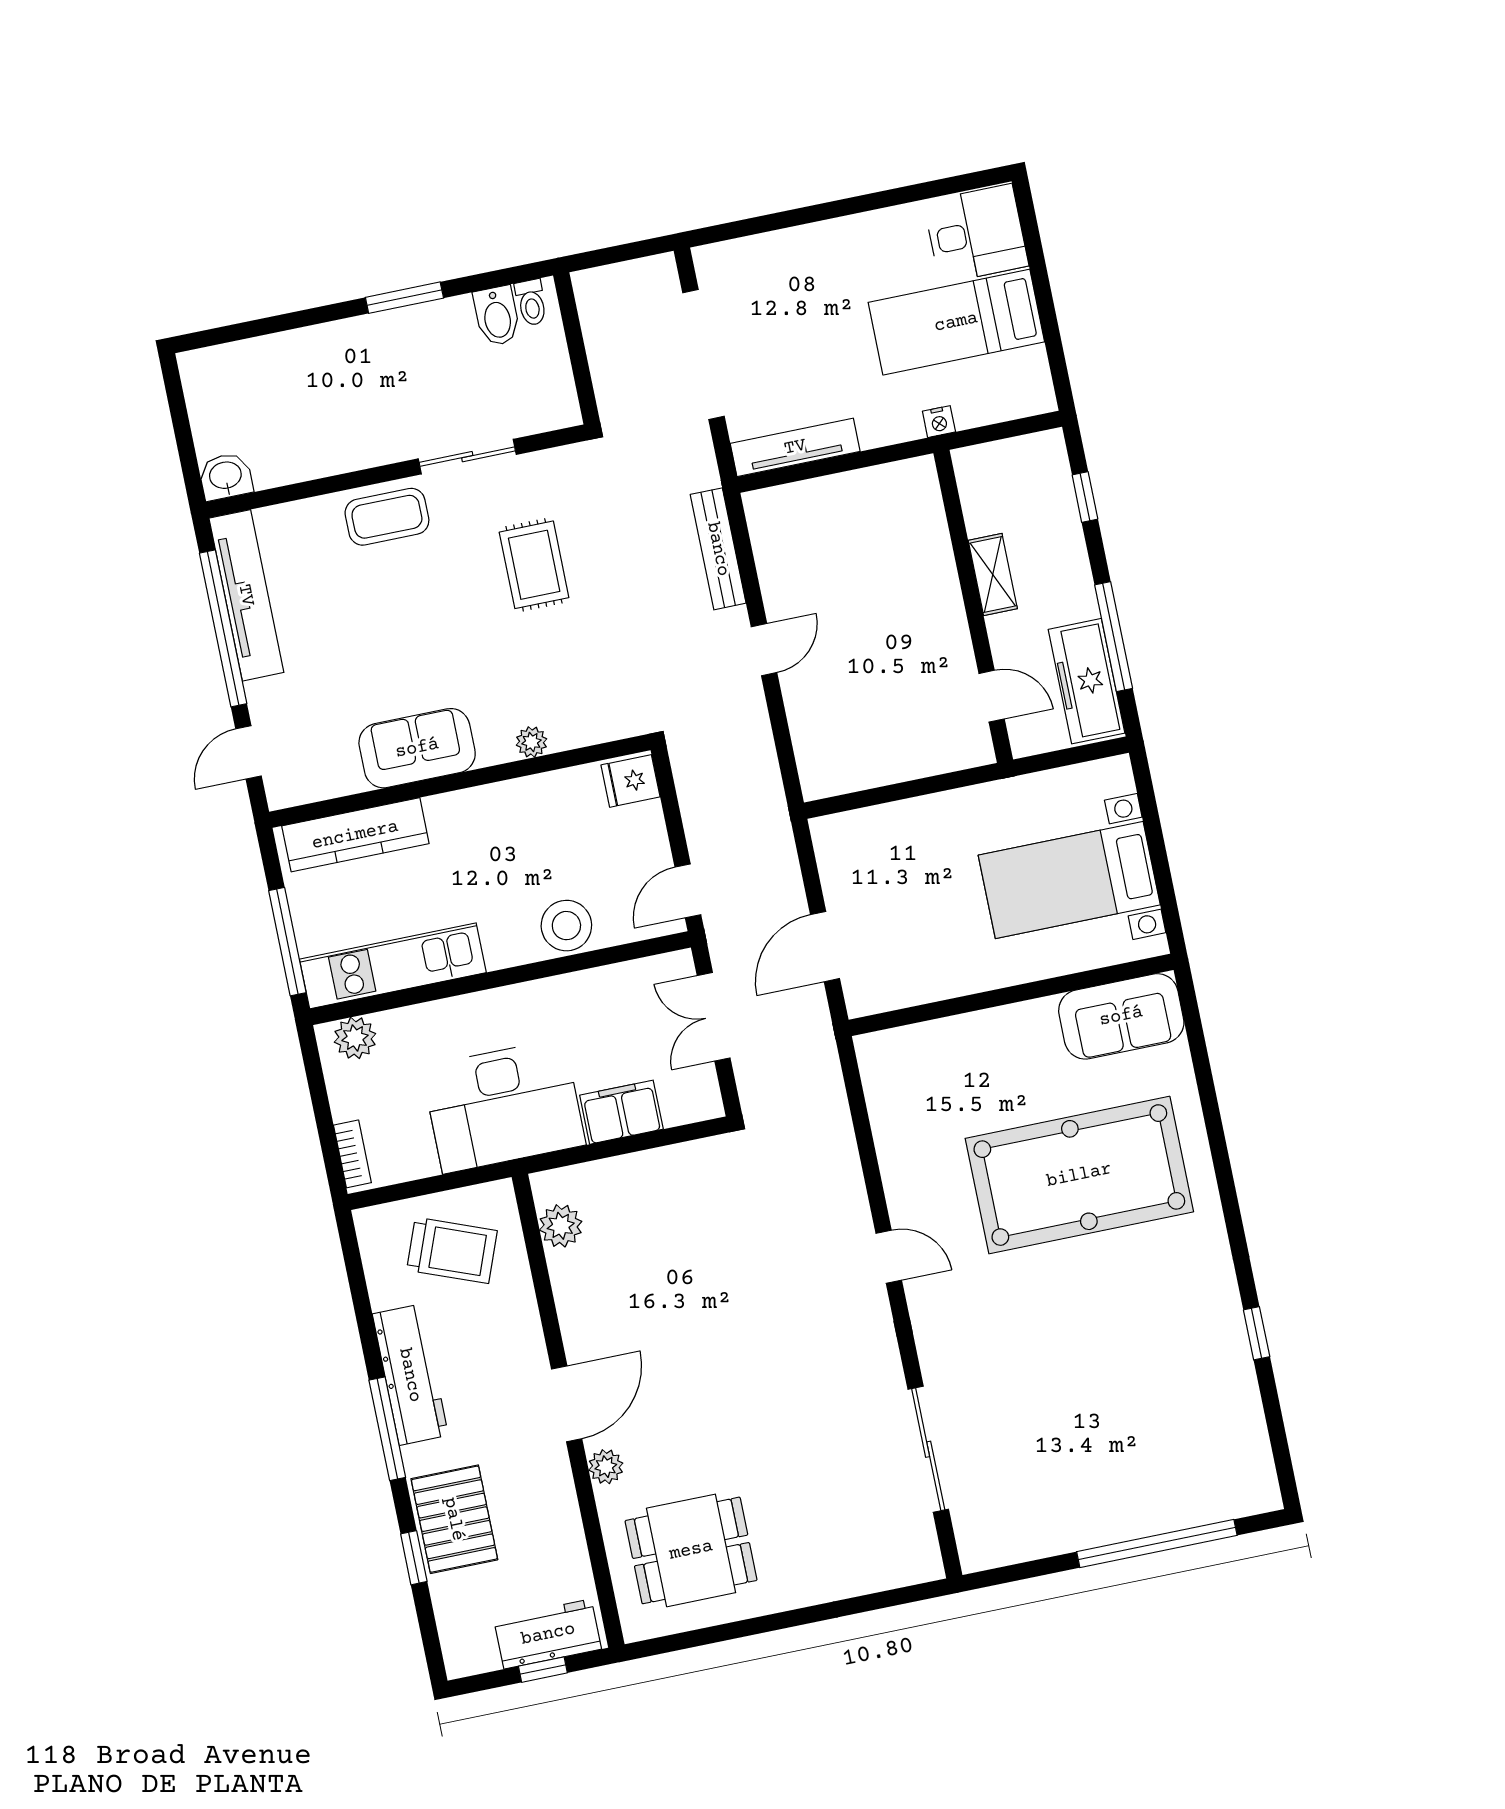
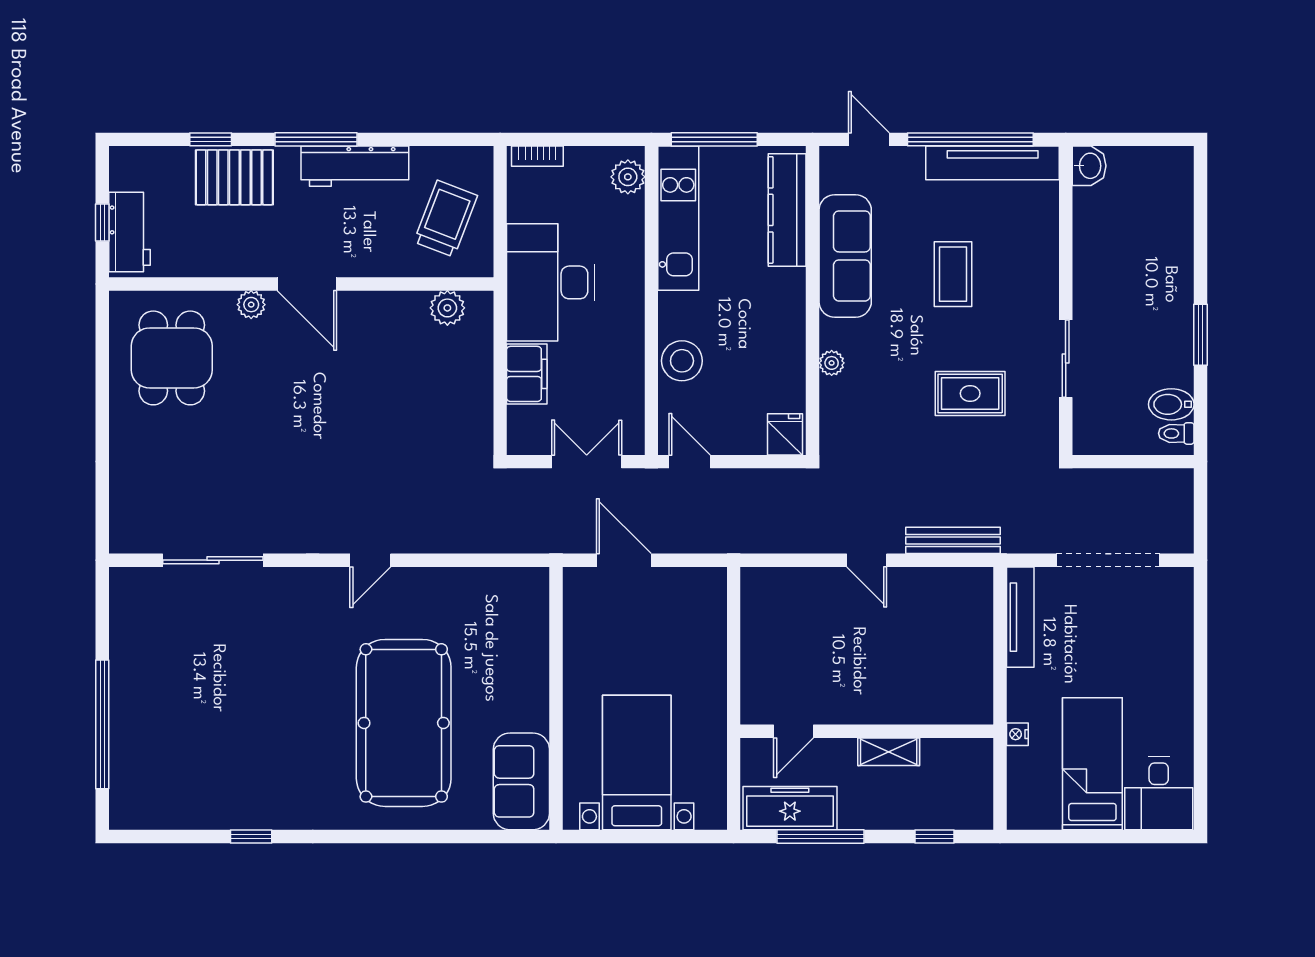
coffee table: (387, 517) -> (953, 274), moved
sofa: (417, 748) -> (845, 256), width x1.36
trolley: (452, 1250) -> (446, 219), turned 180

